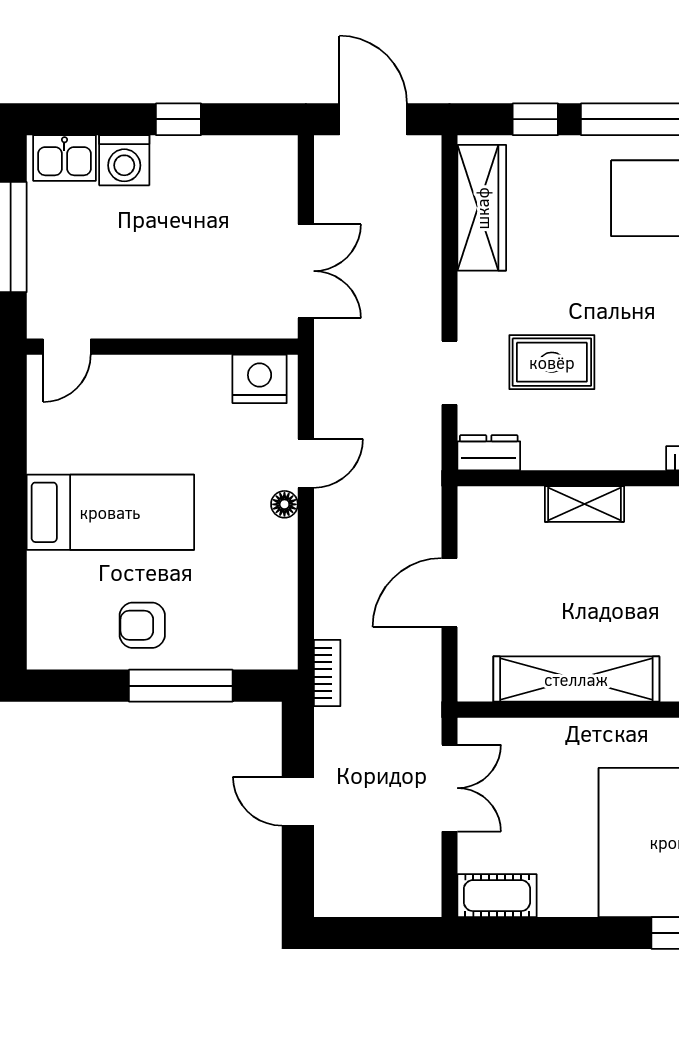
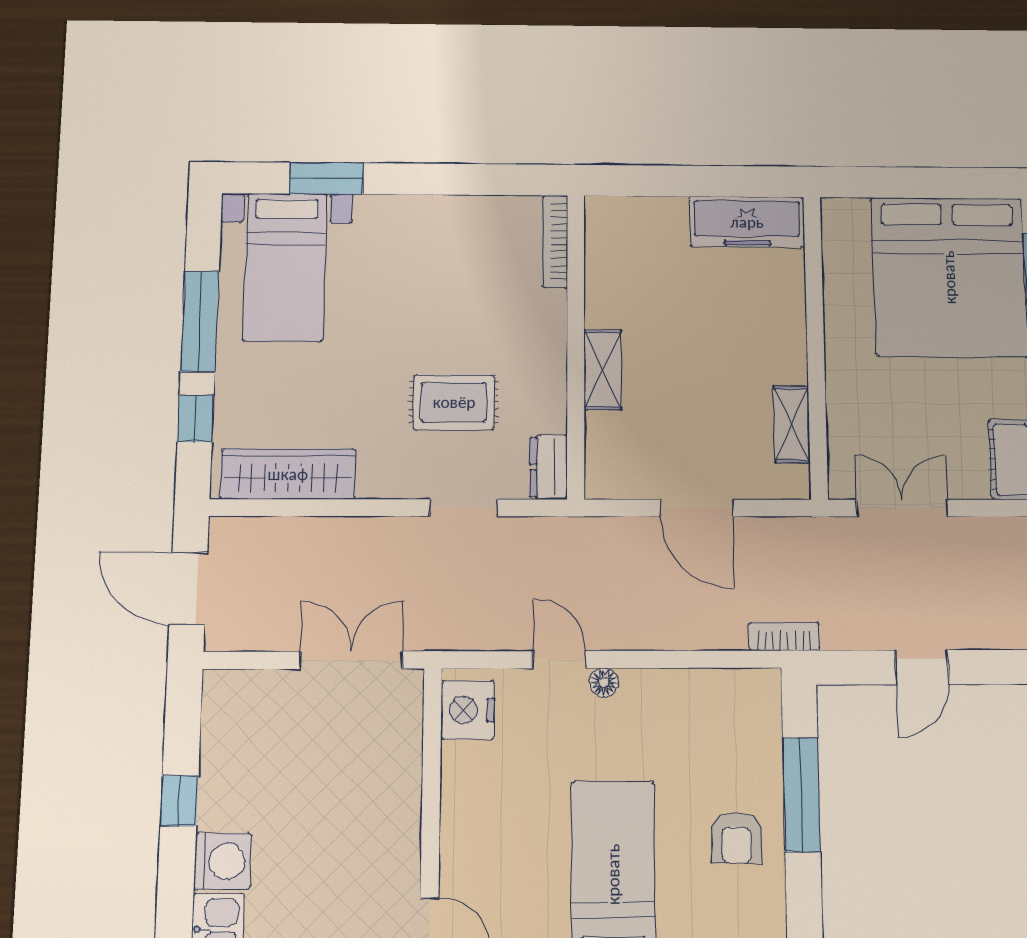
door: (373, 119) -> (188, 588), hinge flipped
rug: (552, 362) -> (454, 402), turned 90
shelving: (576, 679) -> (792, 424), width x0.45, depth x0.75

